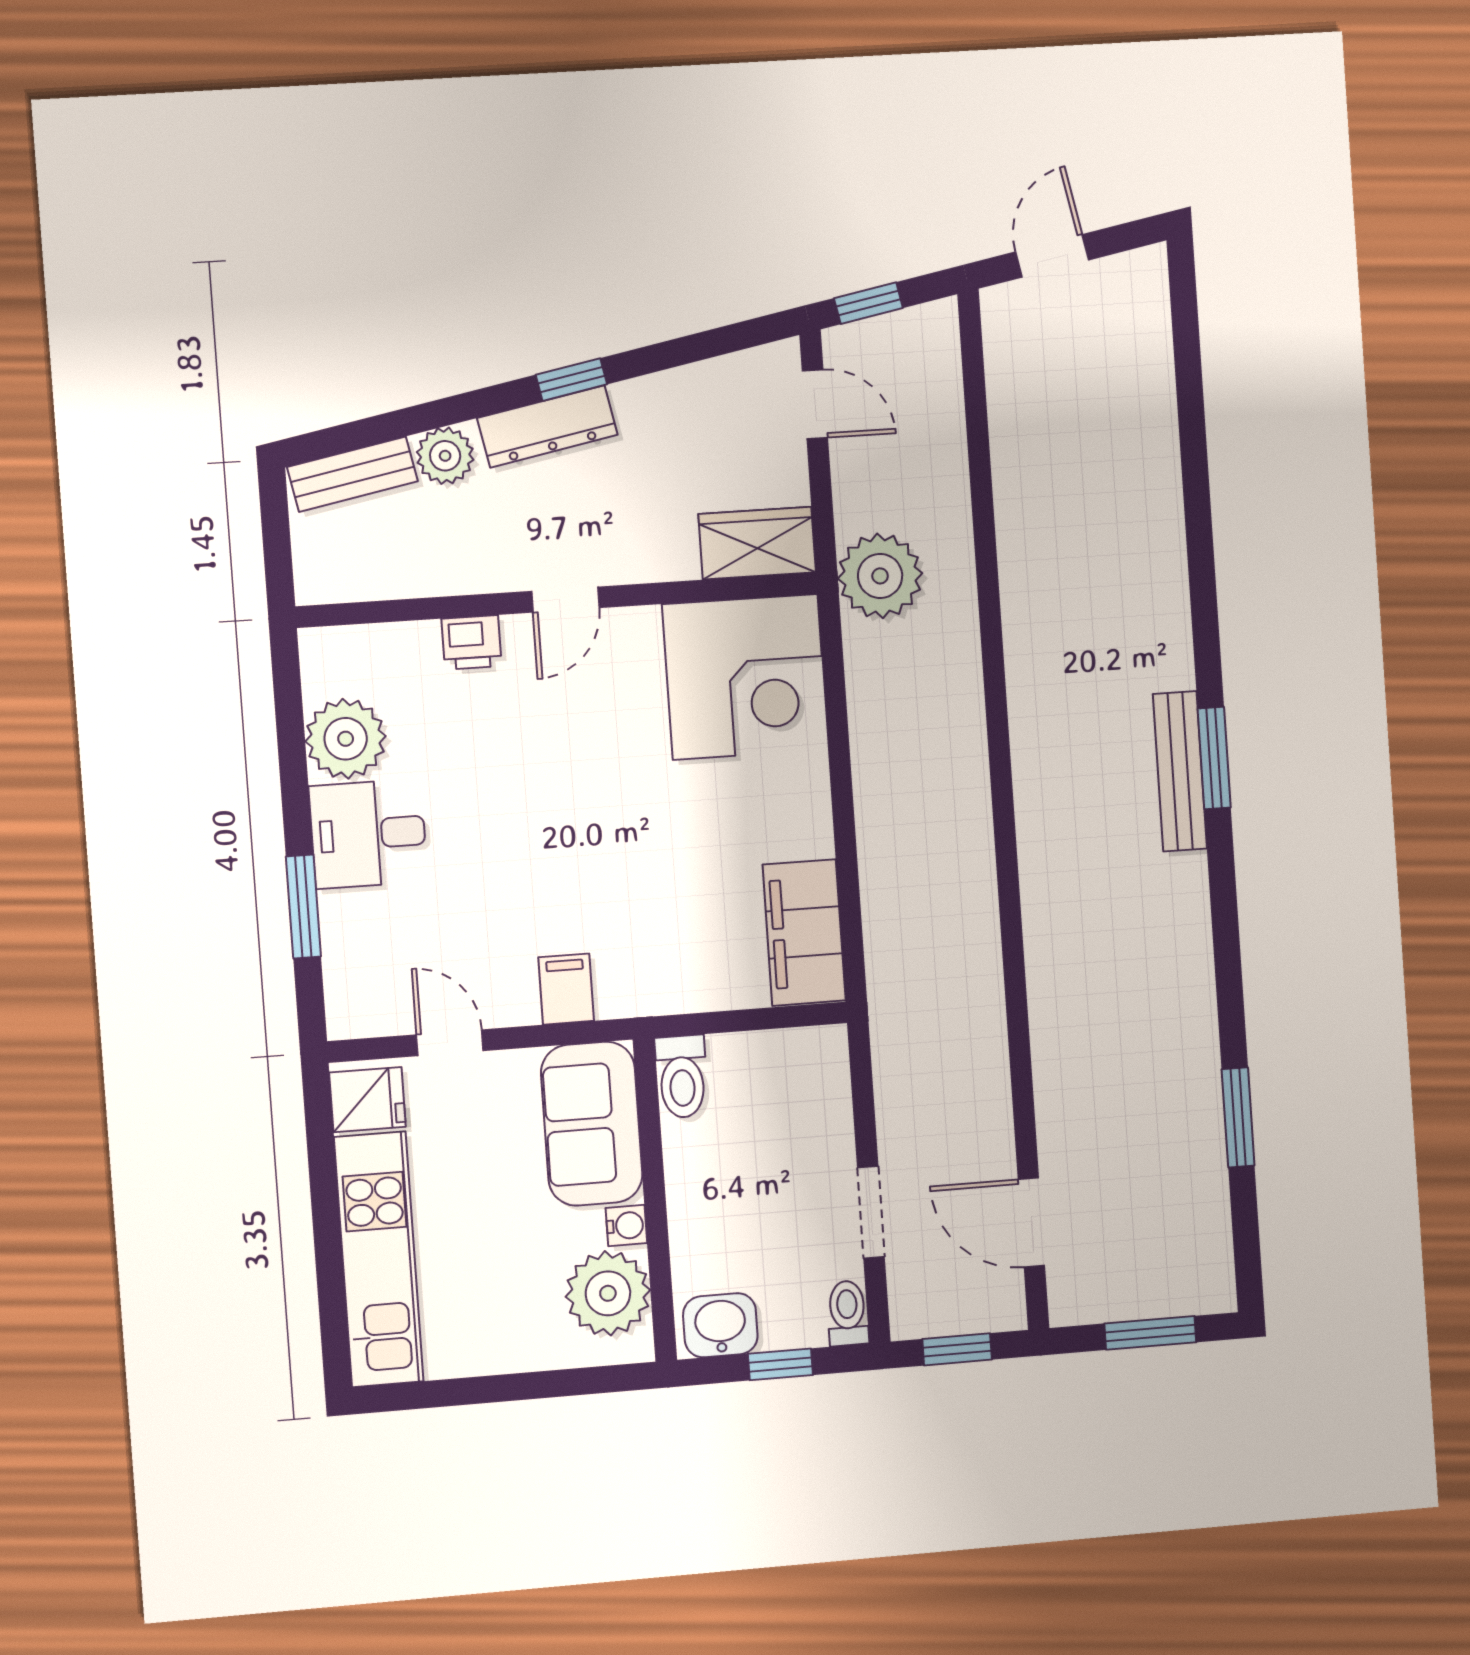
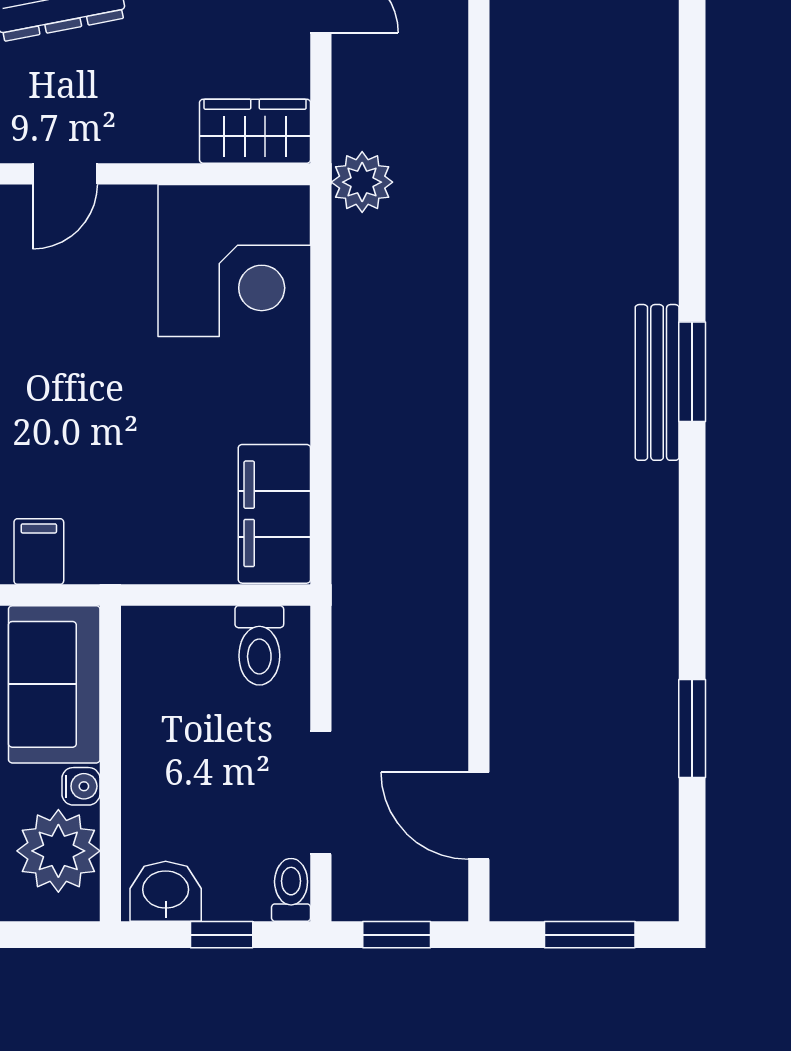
plant: (880, 576) -> (362, 182), width x0.73, depth x0.73
toilet: (682, 1077) -> (259, 645), moved
doorway: (871, 1212) -> (321, 793), width x1.38

